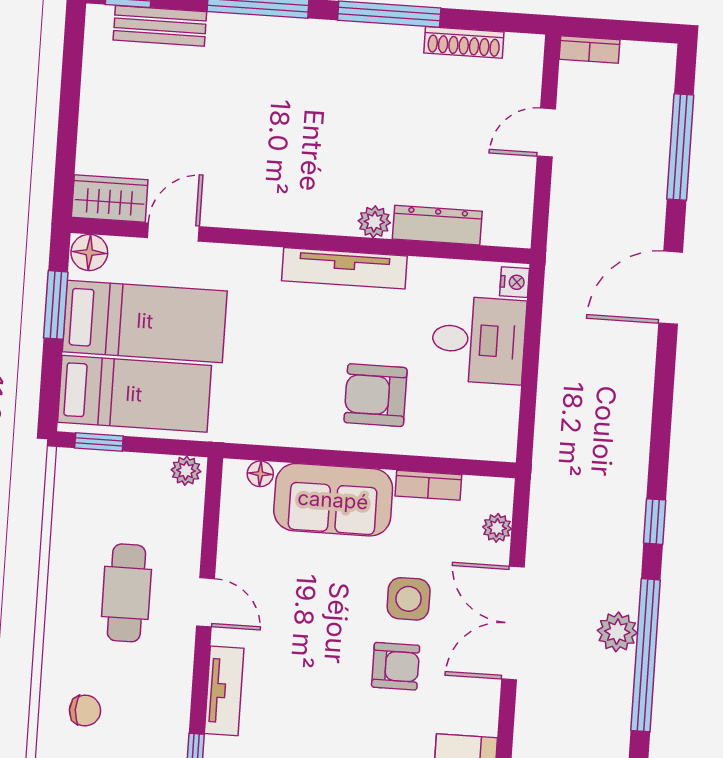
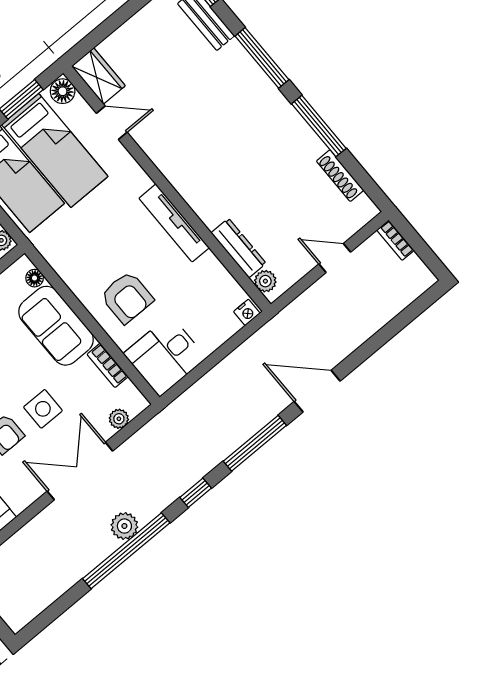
window: (680, 147) -> (255, 443), moved
plant: (374, 222) -> (265, 281), moved
desk: (479, 340) -> (165, 356), moved, turned 90
armchair: (376, 395) -> (127, 297), turned 180

